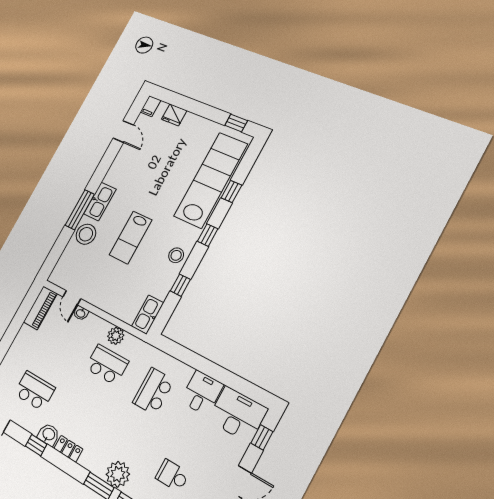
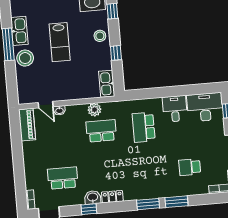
plant: (118, 474) -> (155, 189), removed

